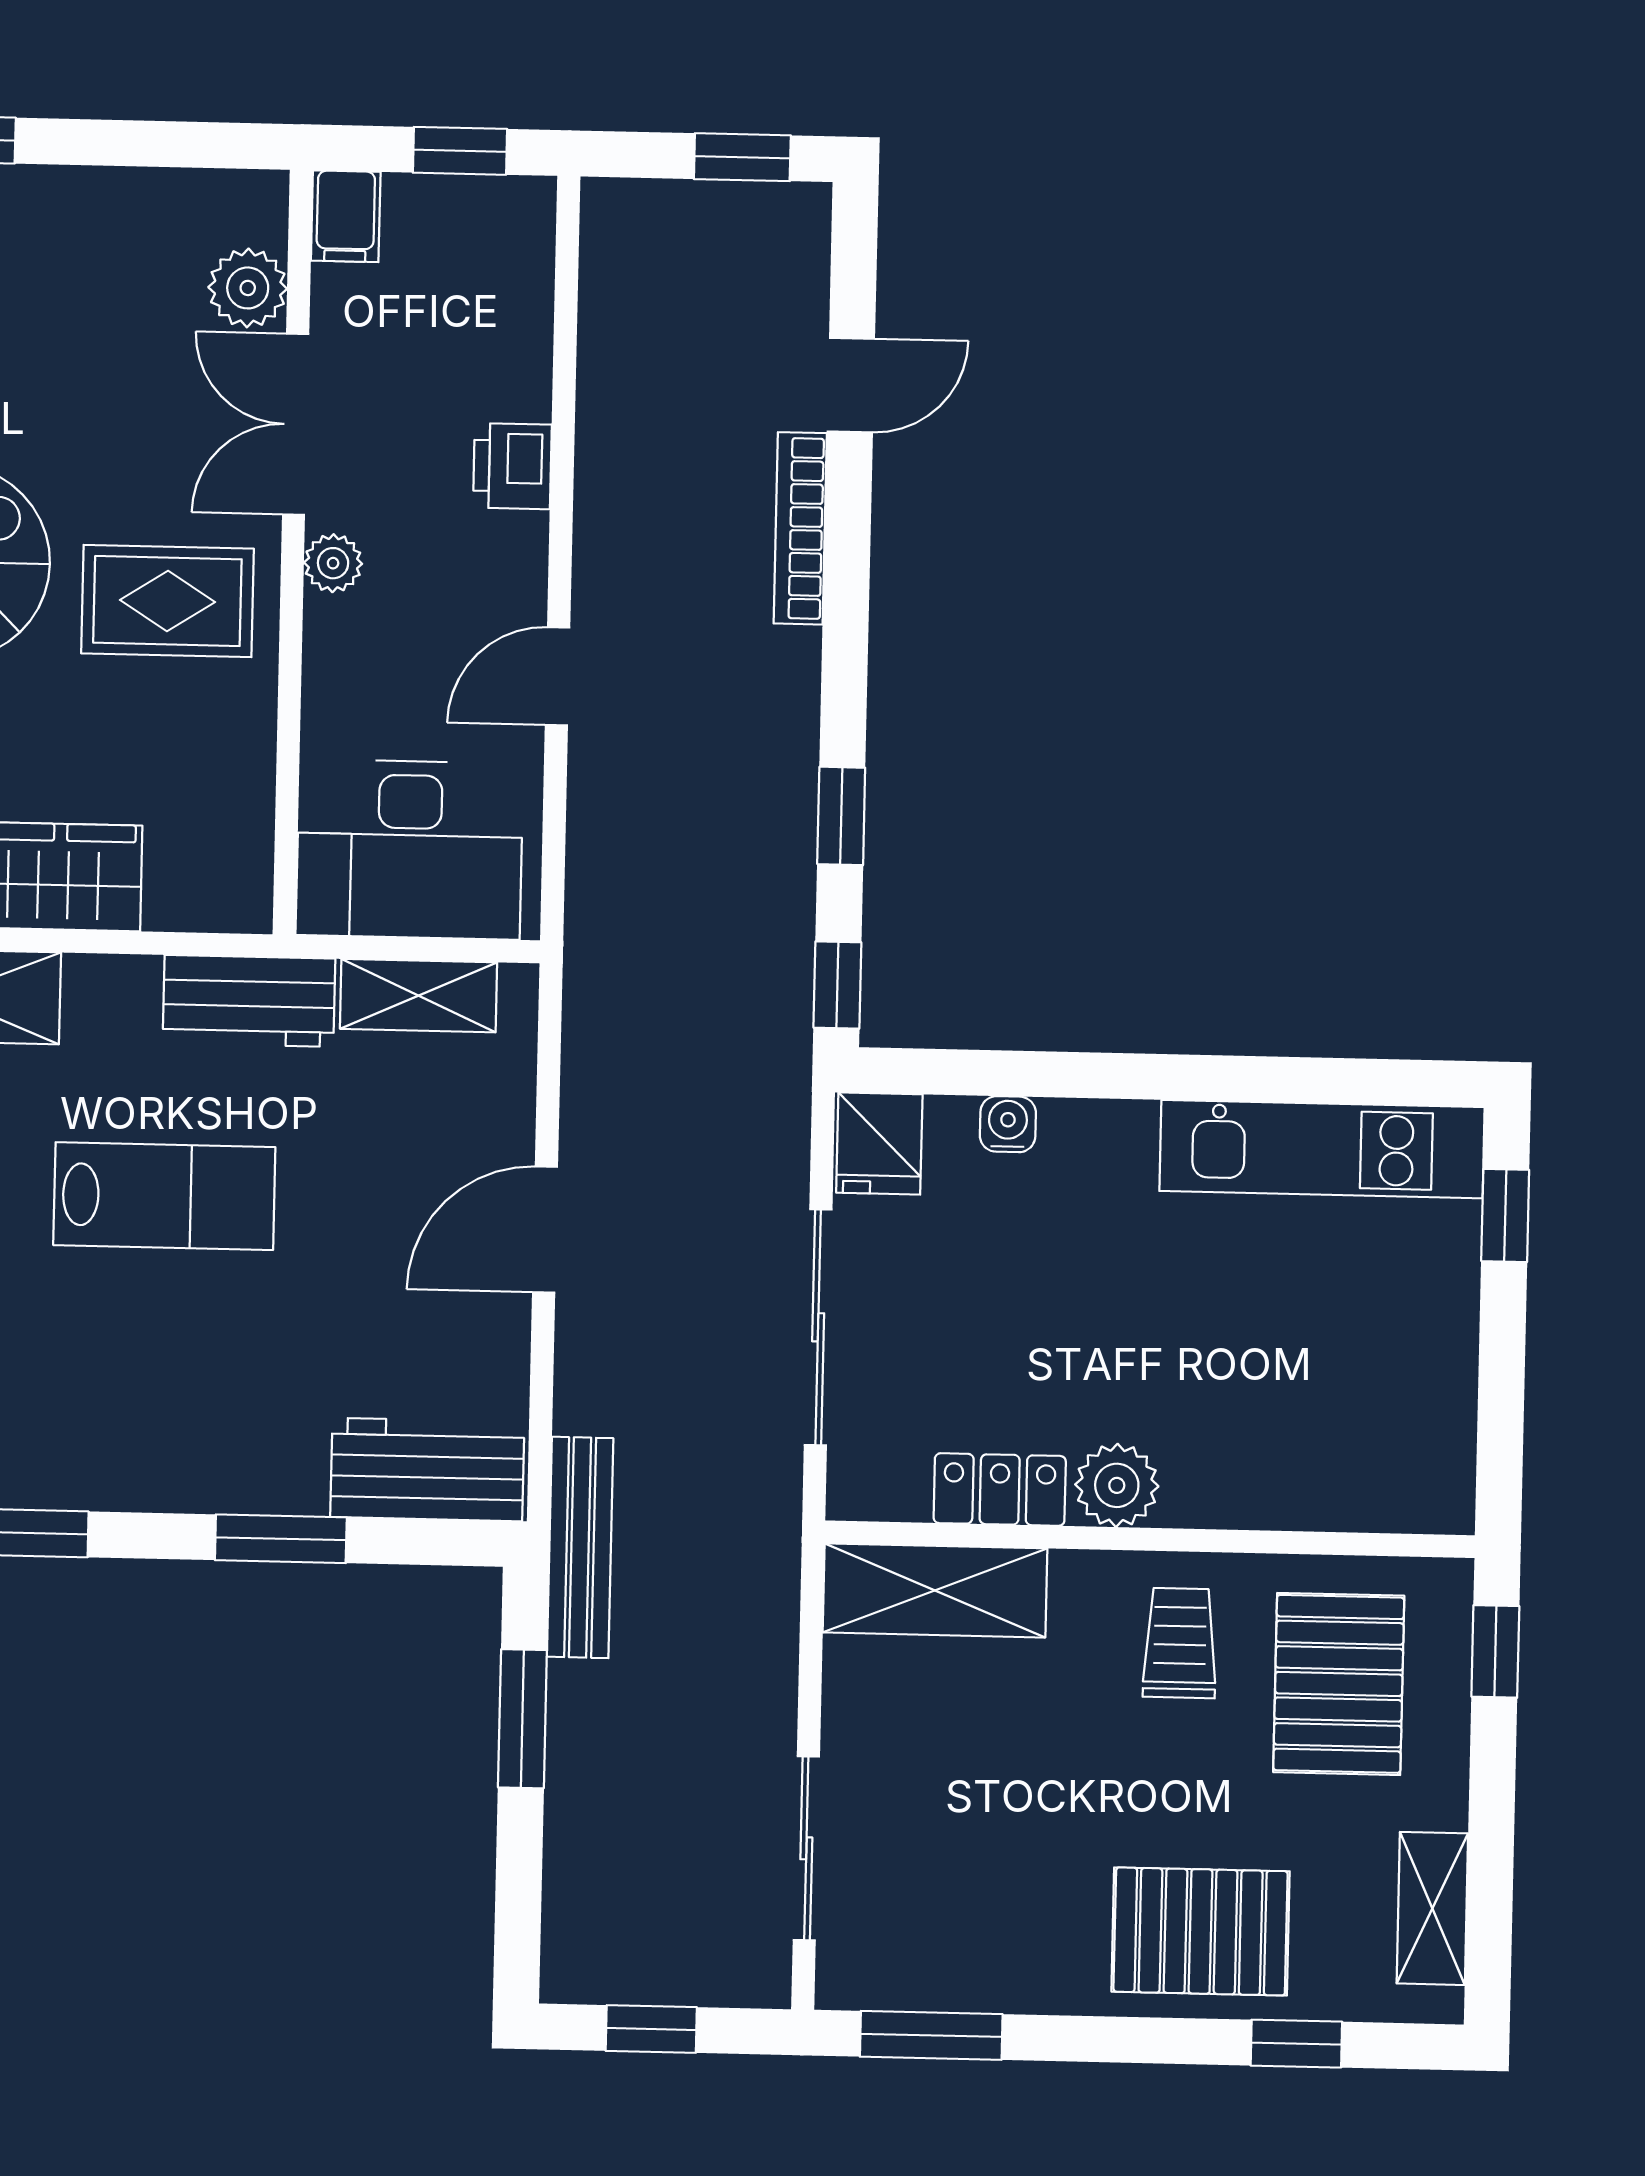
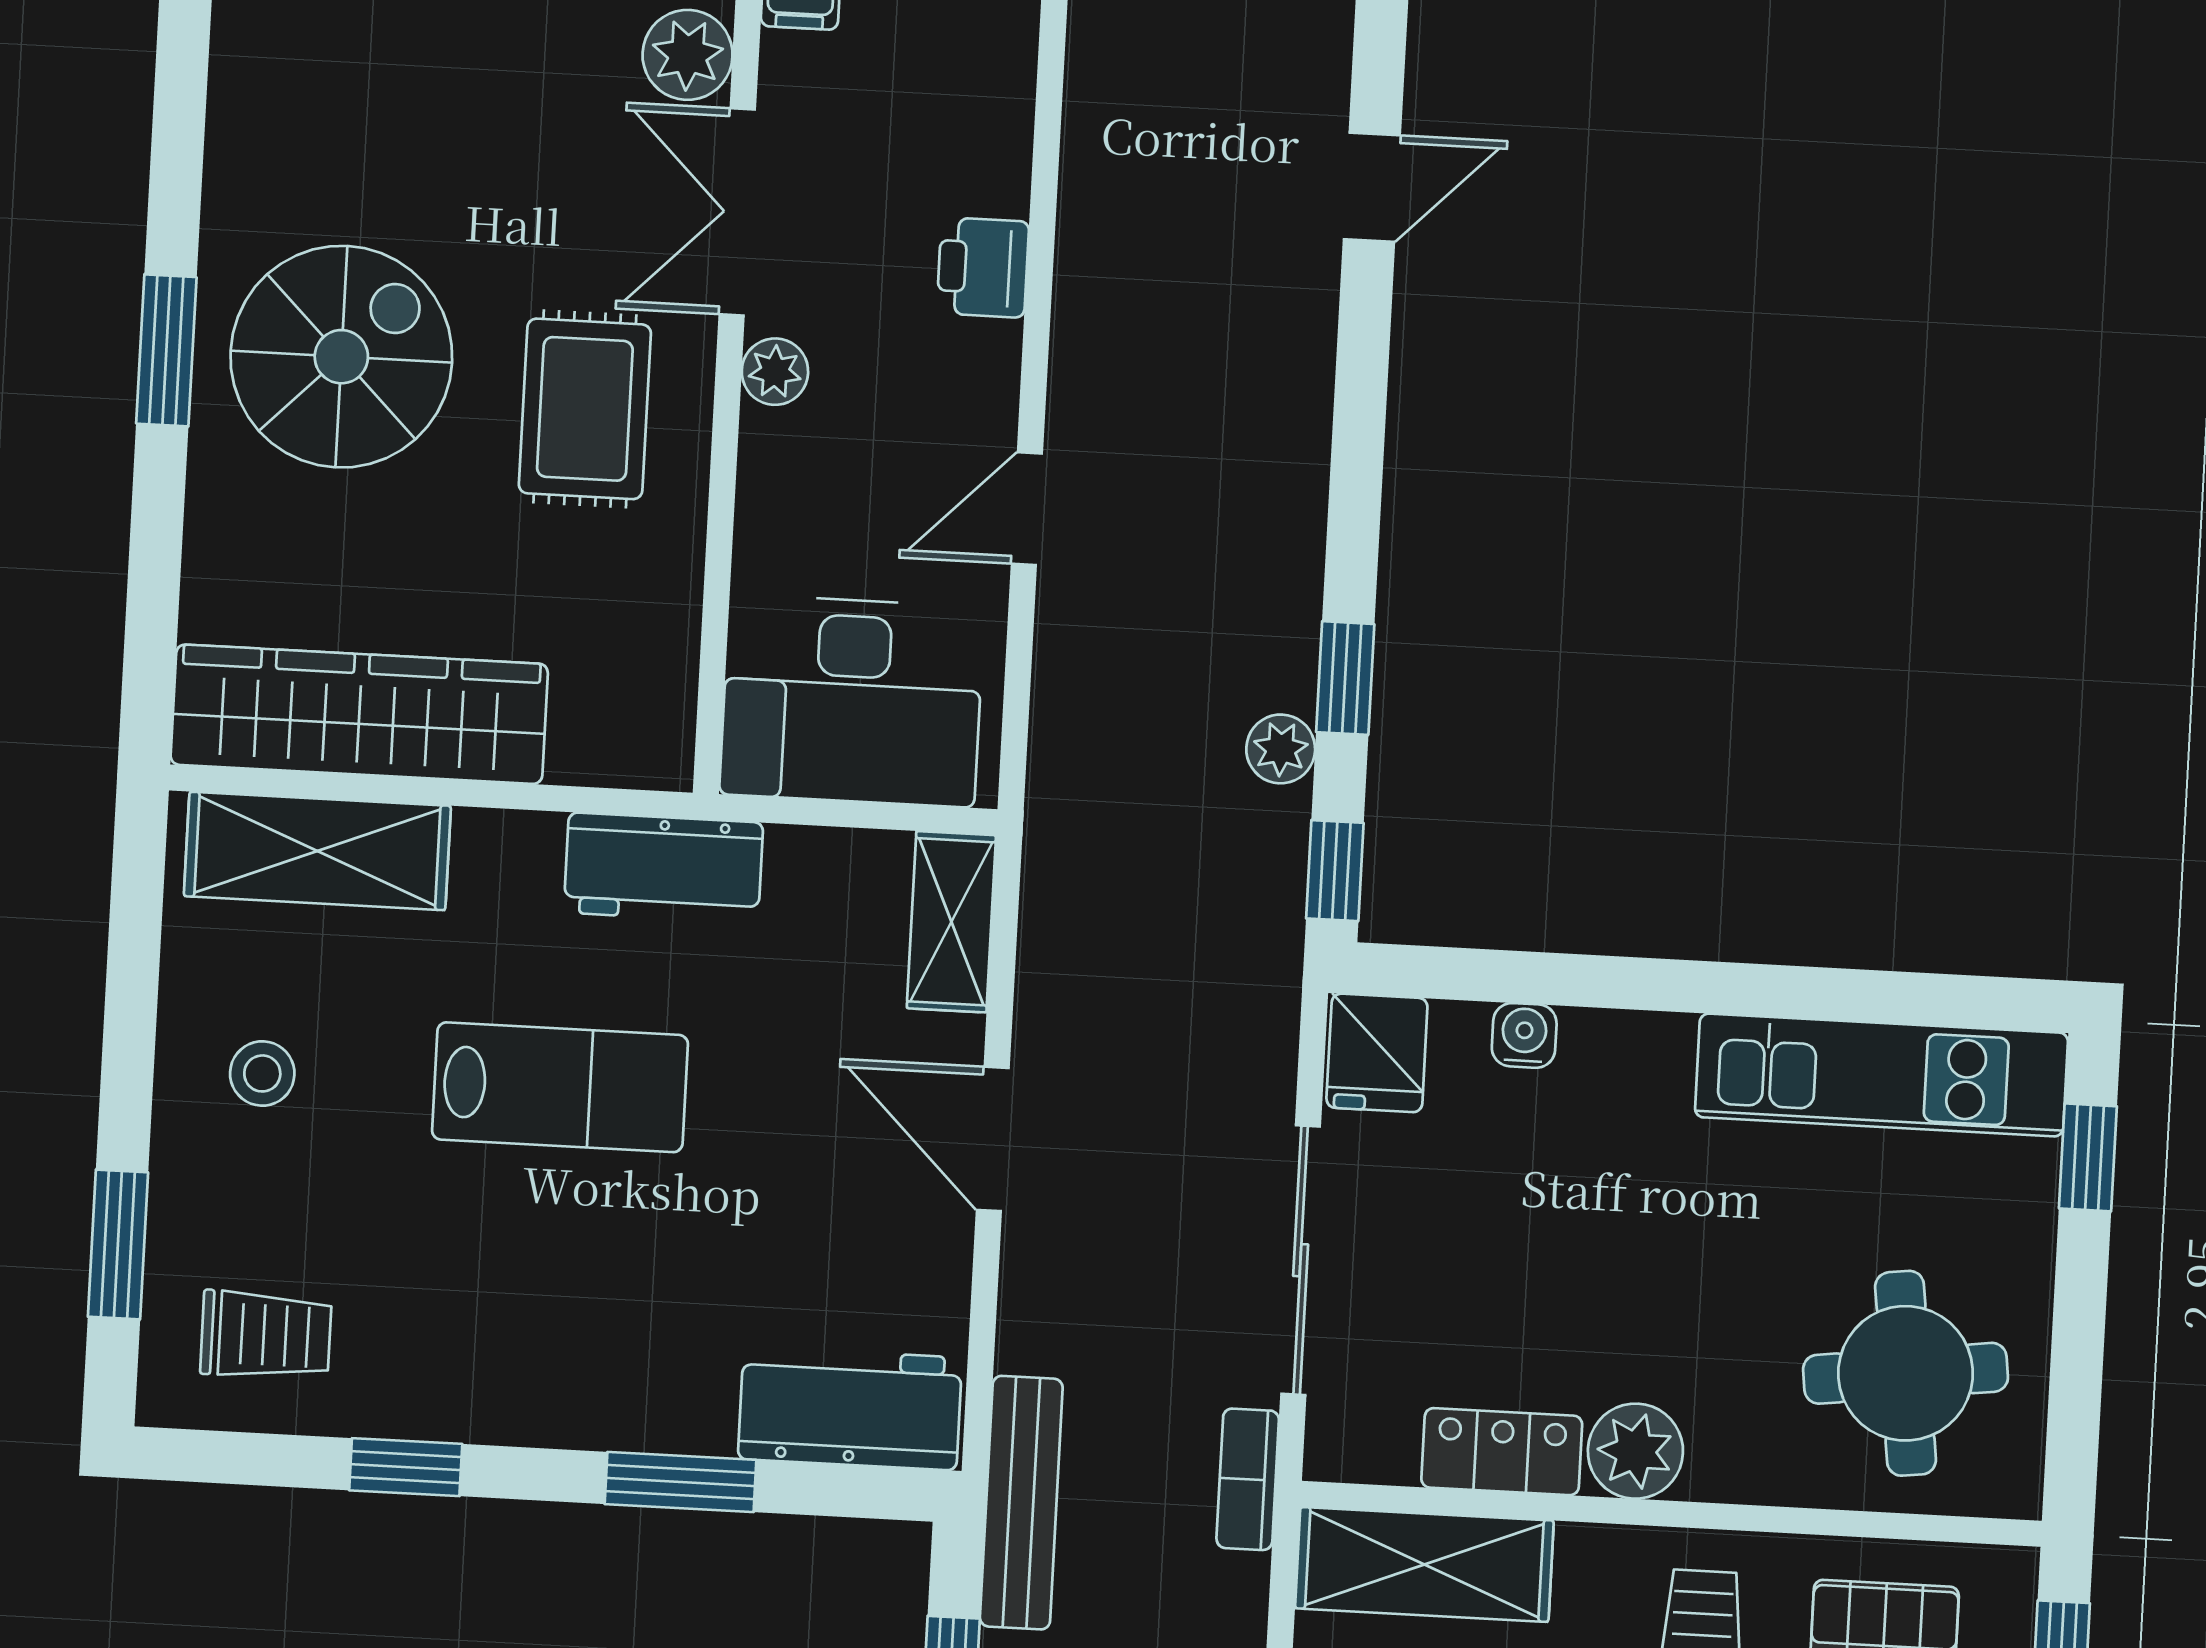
bookcase: (800, 528) -> (1248, 1479), moved, width x0.64
rug: (167, 601) -> (585, 409), turned 90
plant: (787, 880) -> (1281, 749), added
shelving: (419, 996) -> (951, 922), moved, turned 90
door: (545, 1230) -> (993, 1139), hinge flipped
round table: (1351, 1410) -> (1906, 1373), added

